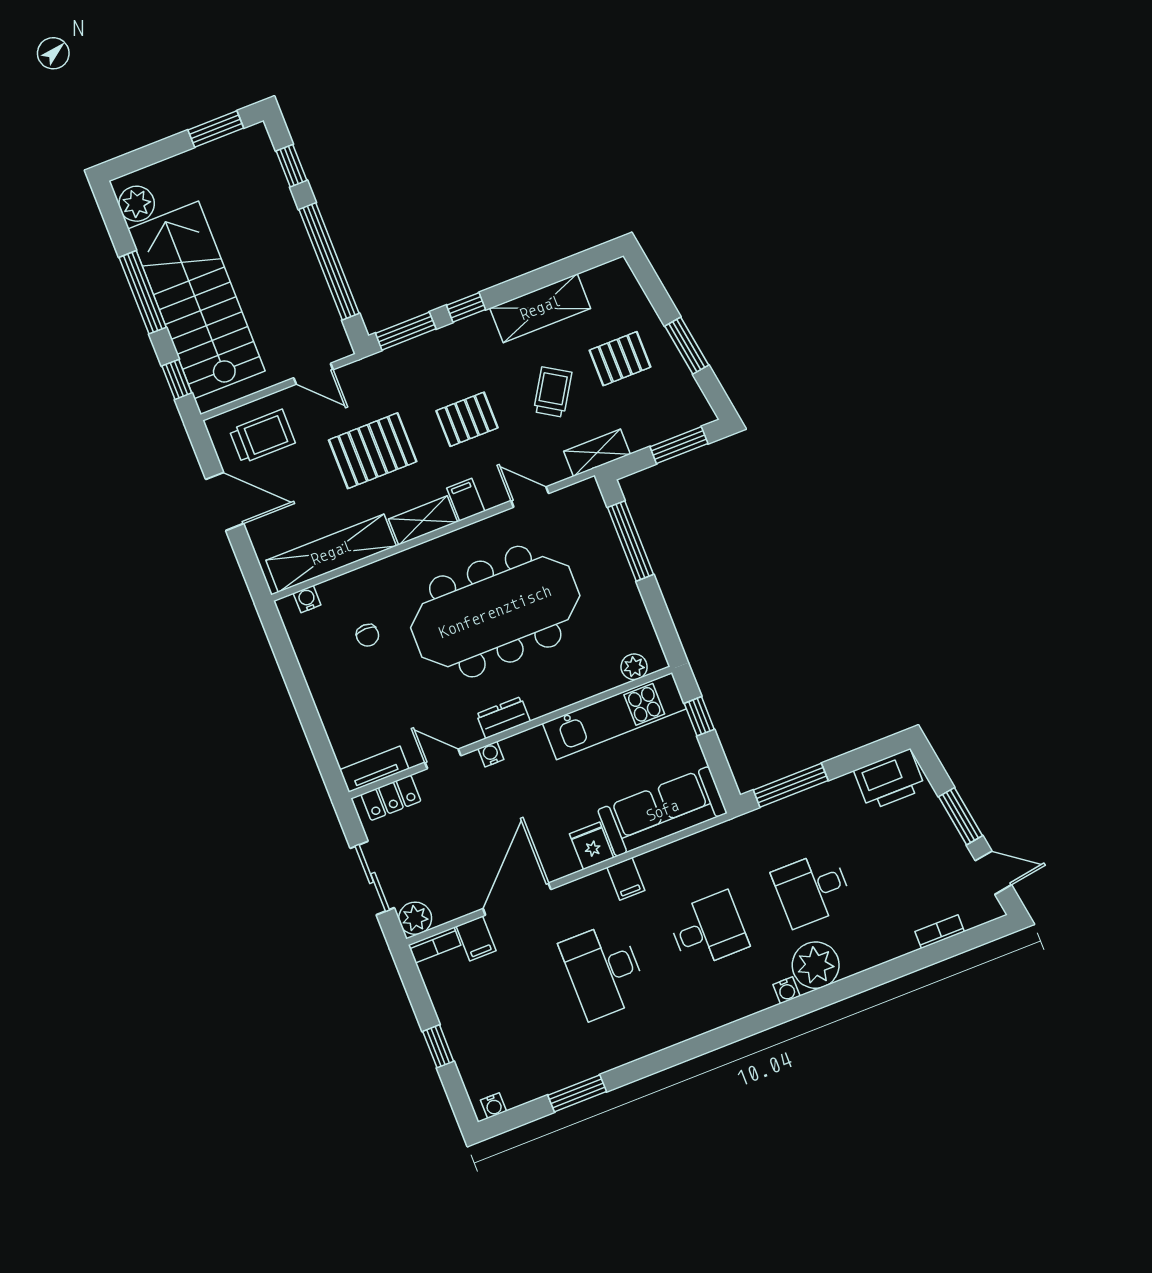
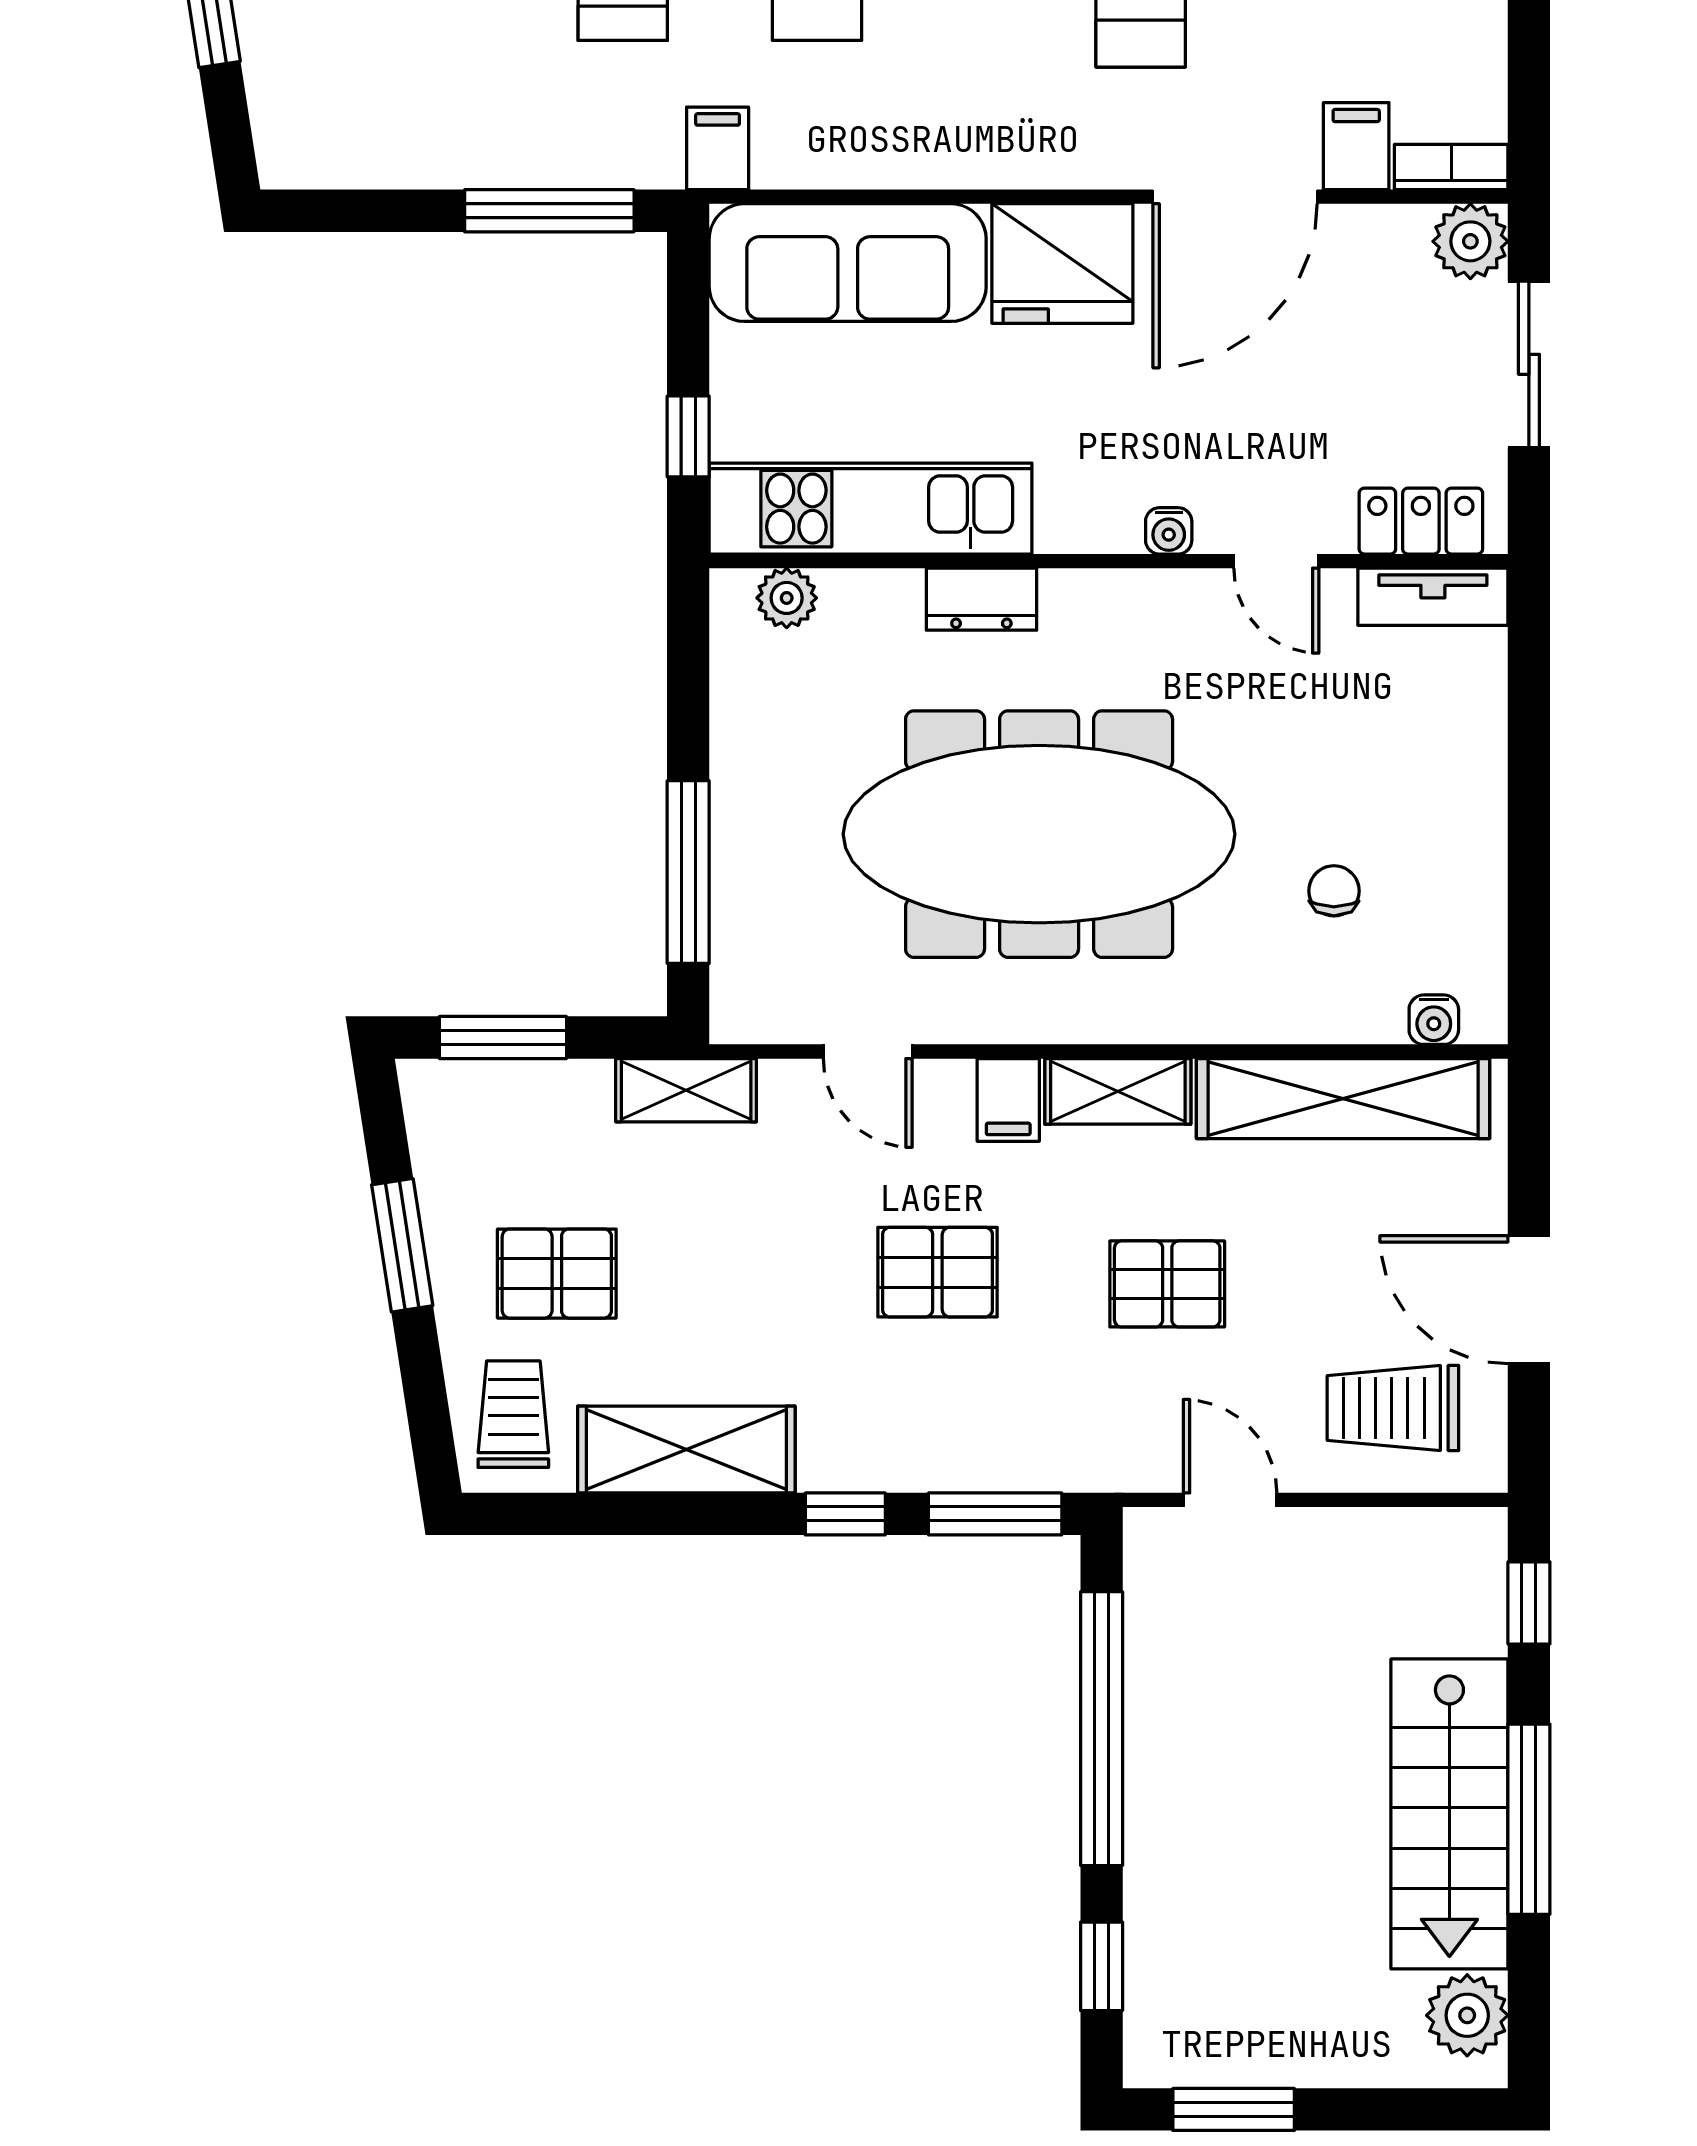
stairs: (196, 300) -> (1449, 1814), width x0.73, depth x0.66
trolley: (553, 392) -> (513, 1414), moved, turned 148
pallet: (373, 451) -> (1167, 1284), width x0.67, depth x0.71
dresser: (503, 718) -> (981, 599), moved
printer: (890, 780) -> (332, 139), removed
fridge: (592, 846) -> (1062, 263), width x1.88, depth x1.34
filing cabinet: (626, 879) -> (718, 148), moved

